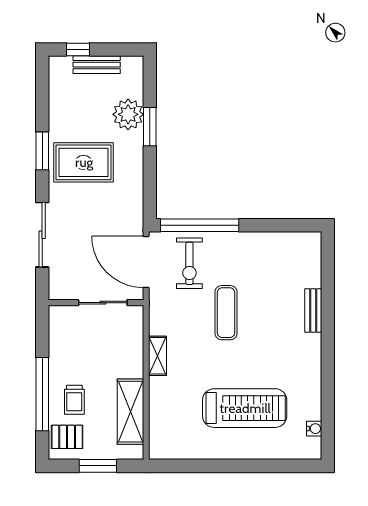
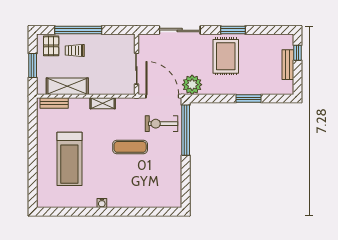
plant: (128, 114) -> (192, 85), moved
door: (146, 262) -> (162, 96), hinge flipped
bench: (313, 311) -> (54, 103), moved
water cooler: (314, 429) -> (102, 203), moved

